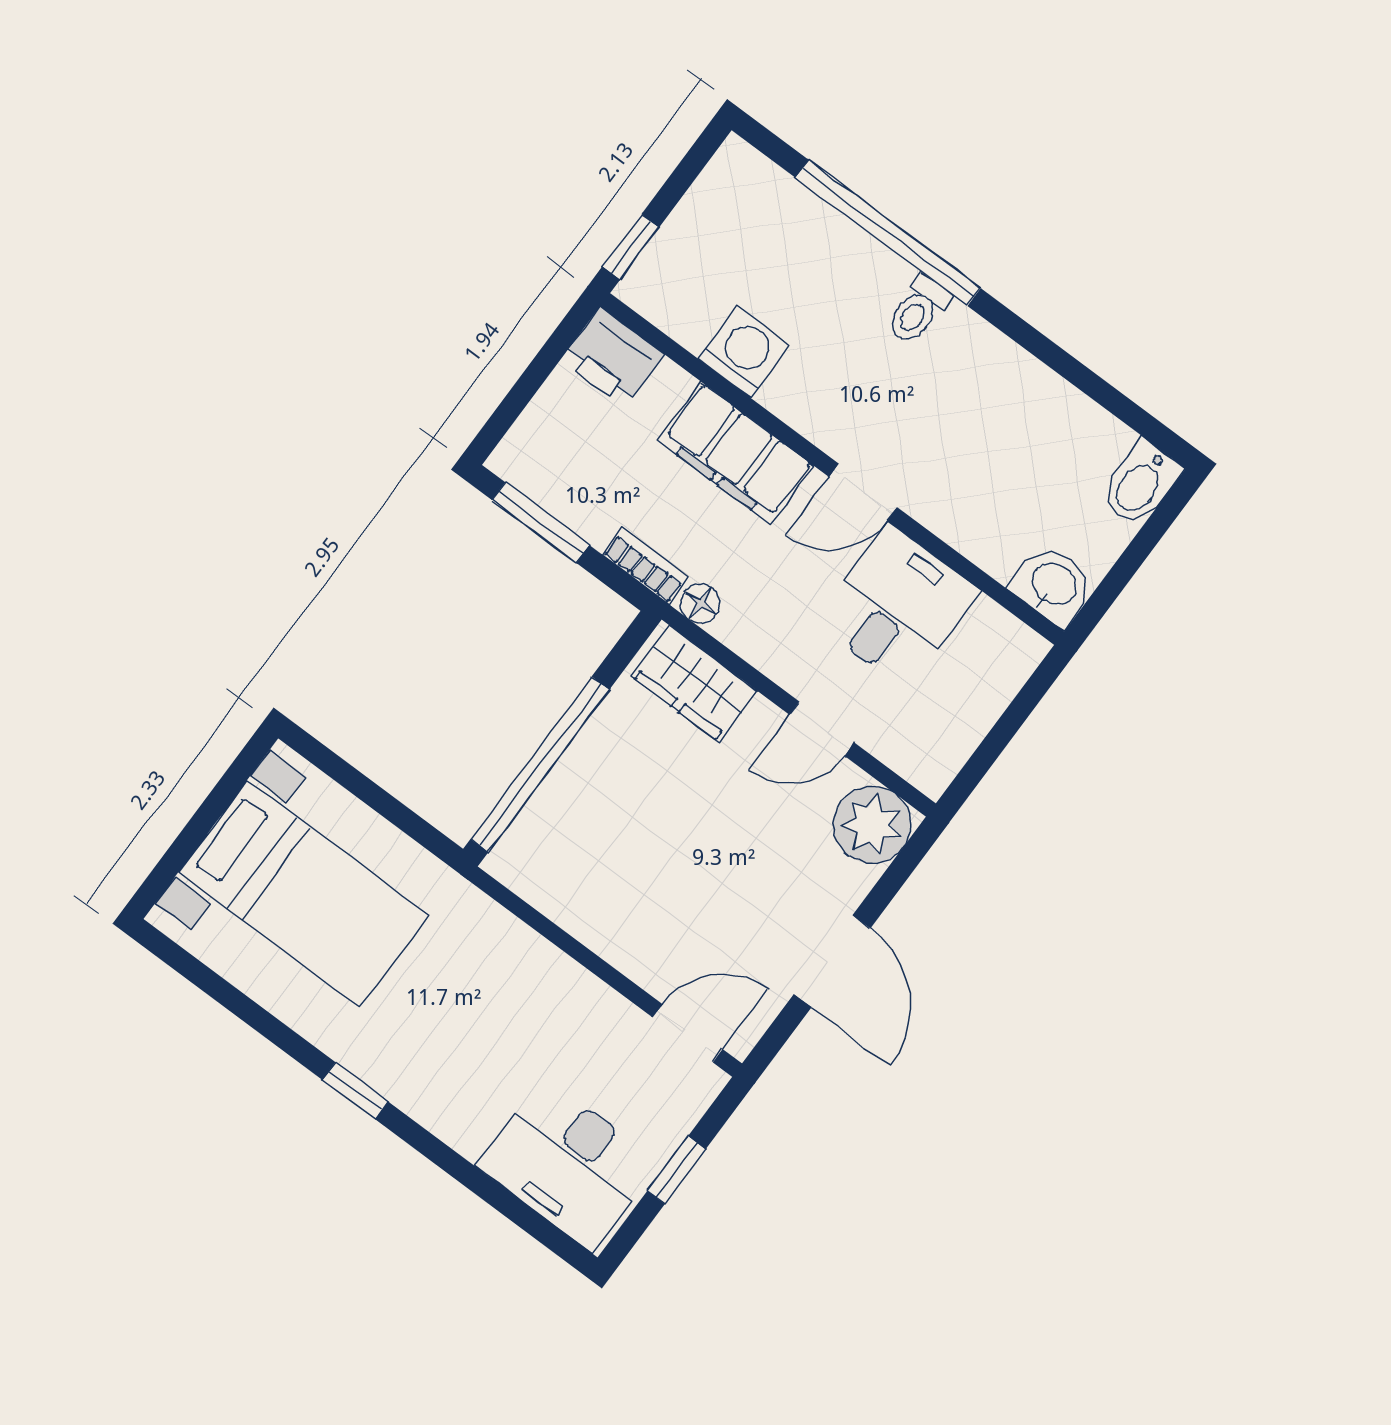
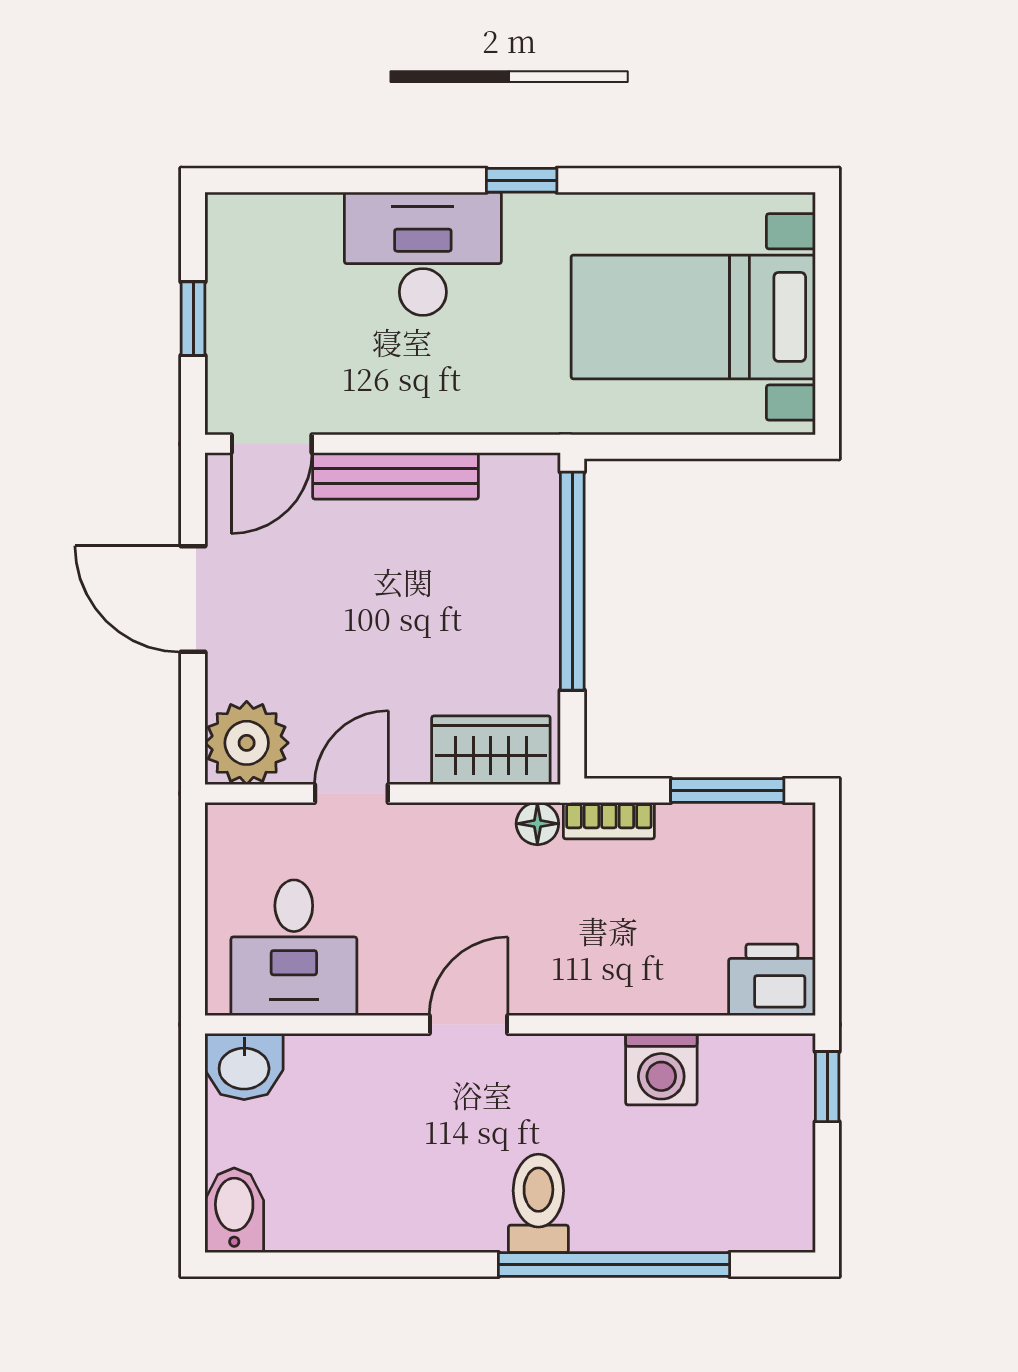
toilet: (918, 310) -> (538, 1203), width x1.37, depth x1.39
filing cabinet: (736, 453) -> (603, 976), removed
desk: (897, 606) -> (294, 948), moved
bench: (613, 941) -> (395, 476), added
desk: (568, 1164) -> (423, 254), moved

